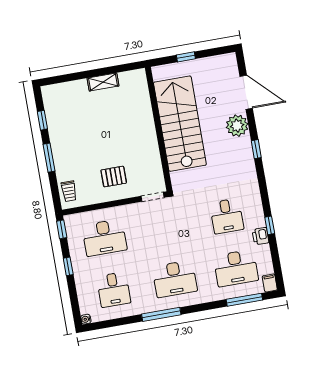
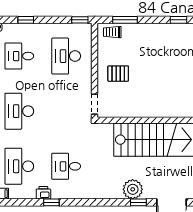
plant: (237, 126) -> (133, 189), moved
window: (256, 149) -> (138, 202), moved
window: (49, 158) -> (125, 20), moved
pallet: (114, 177) -> (118, 74), turned 90
window: (68, 266) -> (26, 20), moved

